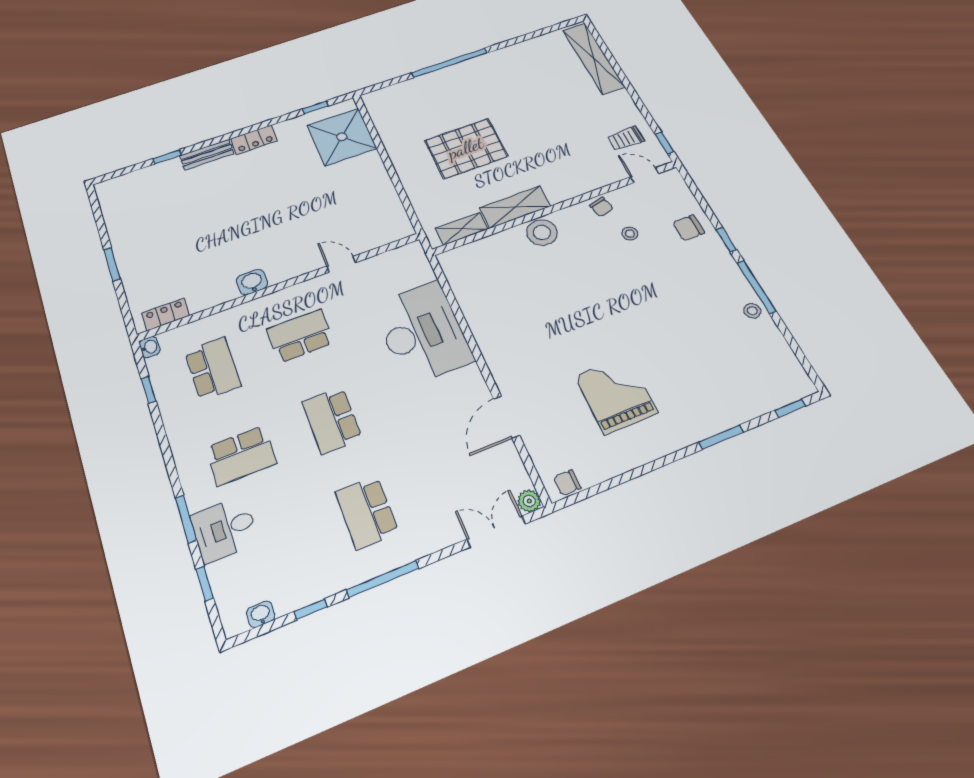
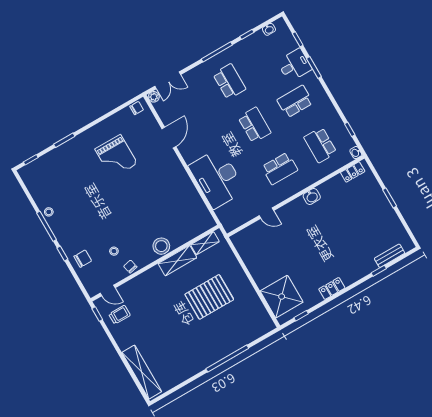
bench: (207, 155) -> (390, 256), moved

